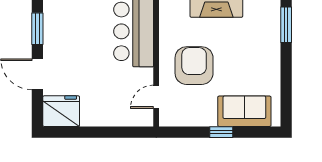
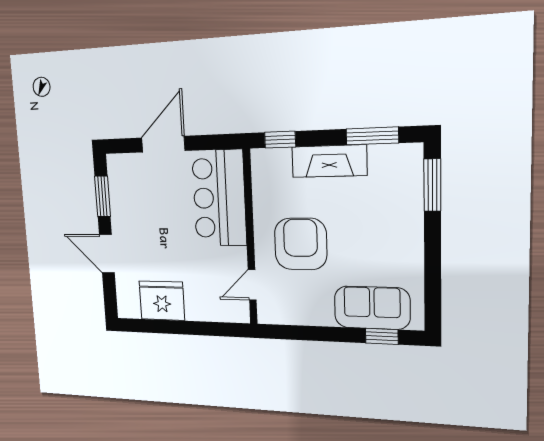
fridge: (61, 111) -> (162, 301), moved
window: (221, 132) -> (382, 336), moved

